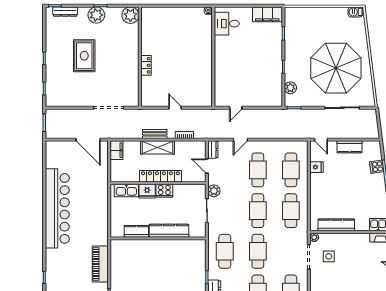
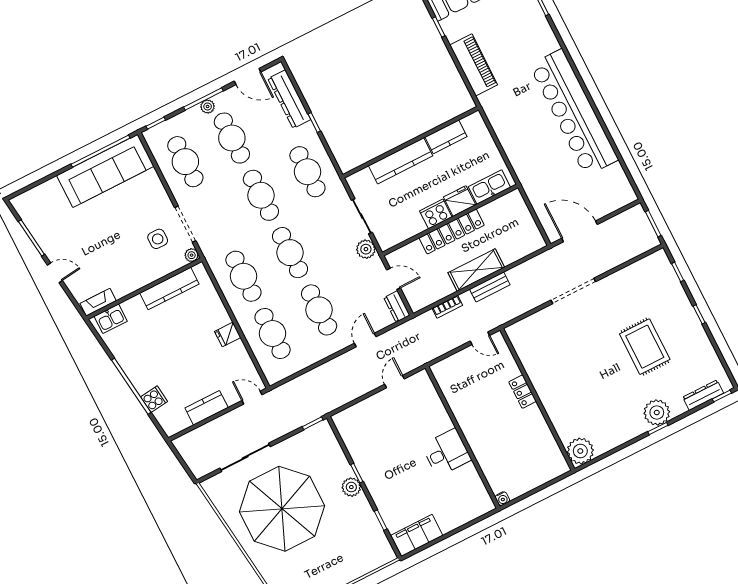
plant: (130, 15) -> (580, 451), moved
desk: (227, 24) -> (446, 452), moved
wall: (140, 57) -> (537, 399), moved
locker: (146, 65) -> (523, 392), moved
plant: (290, 88) -> (351, 487), moved
filing cabinet: (116, 150) -> (532, 237), removed
fridge: (317, 167) -> (228, 334), moved

